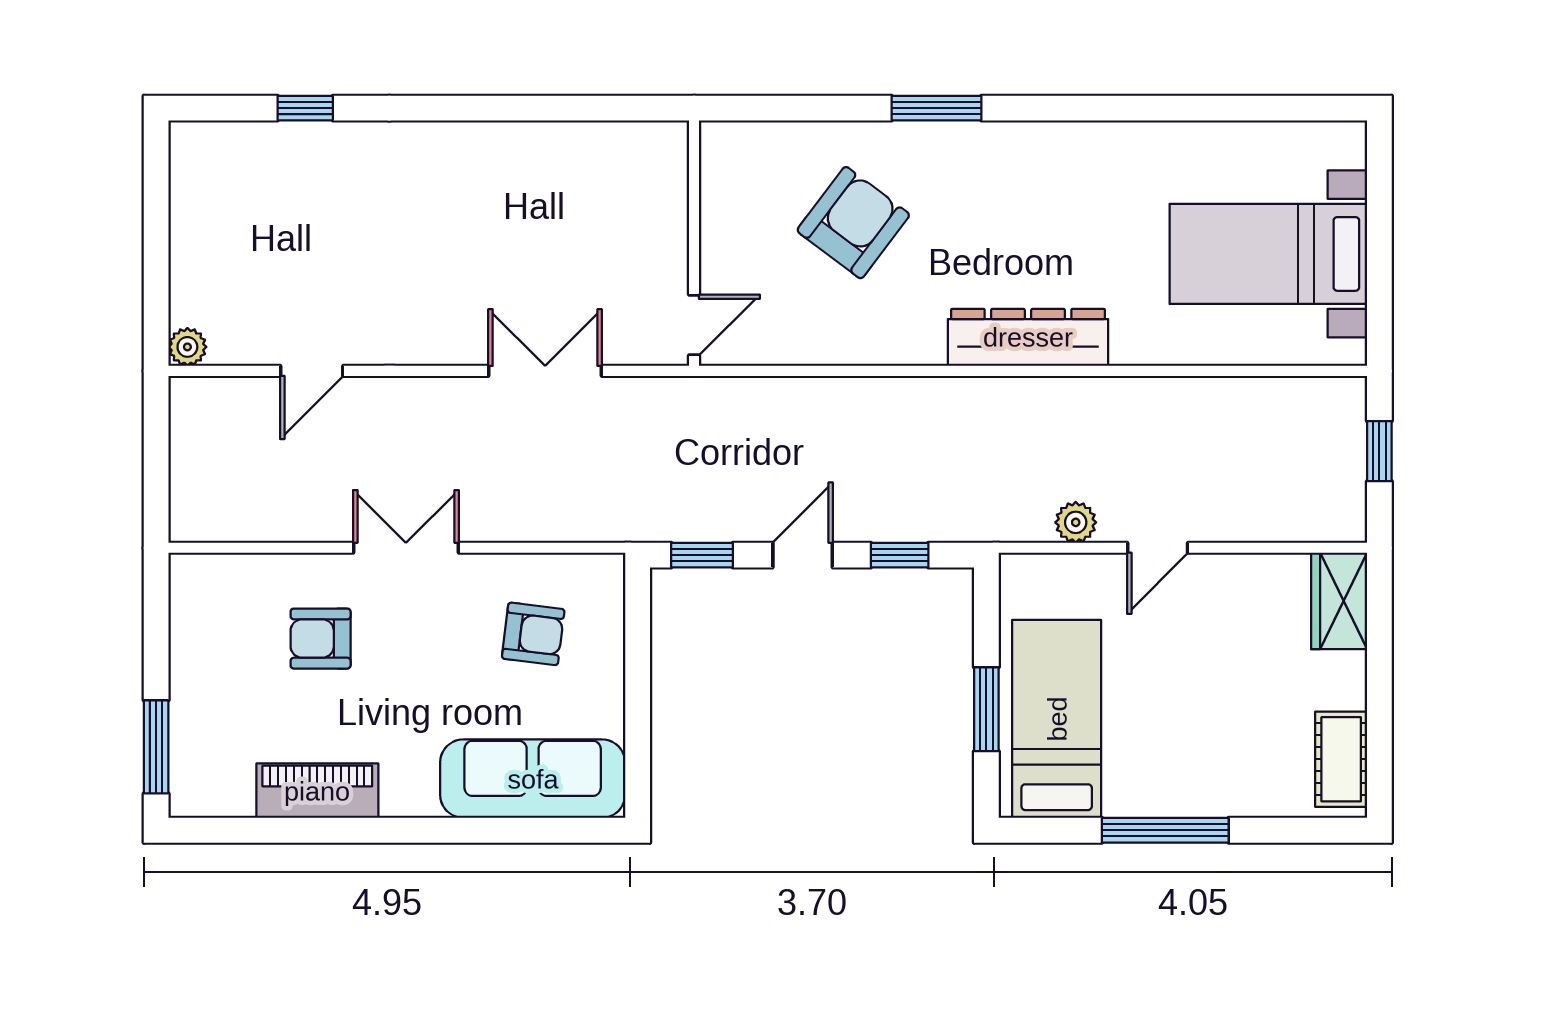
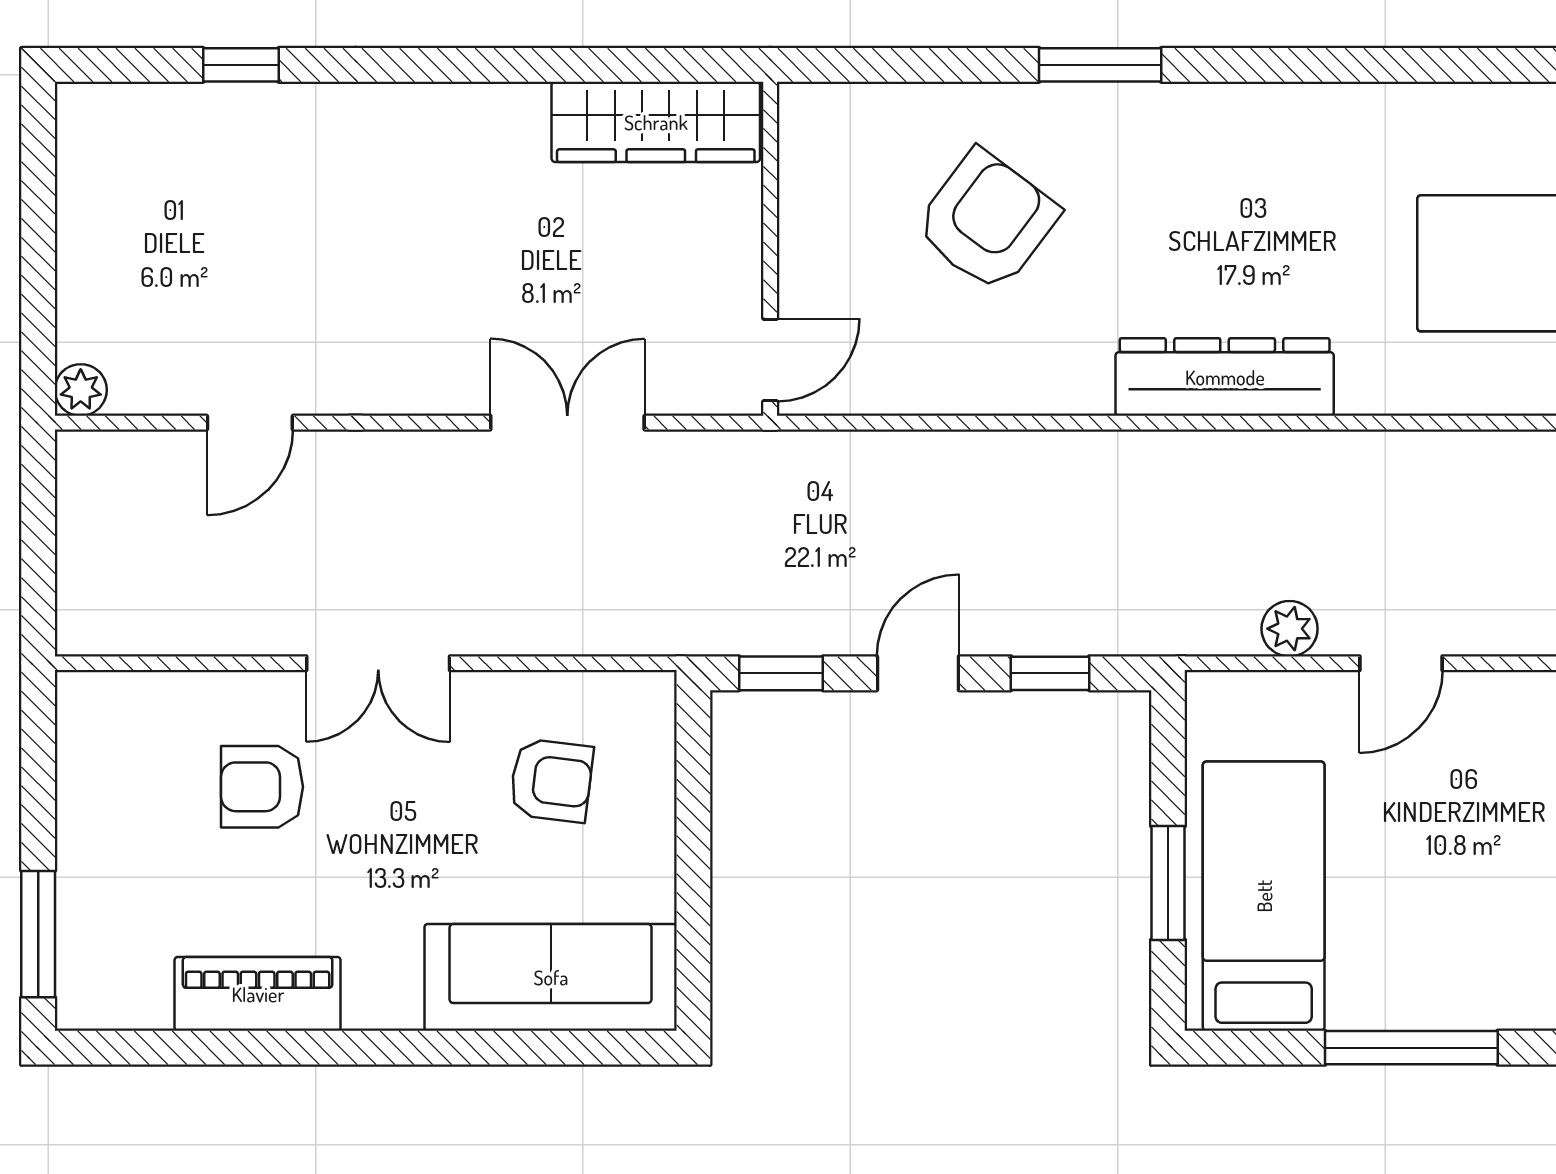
wardrobe: (610, 150) -> (656, 122), added
double door: (406, 548) -> (378, 663), swing flipped

